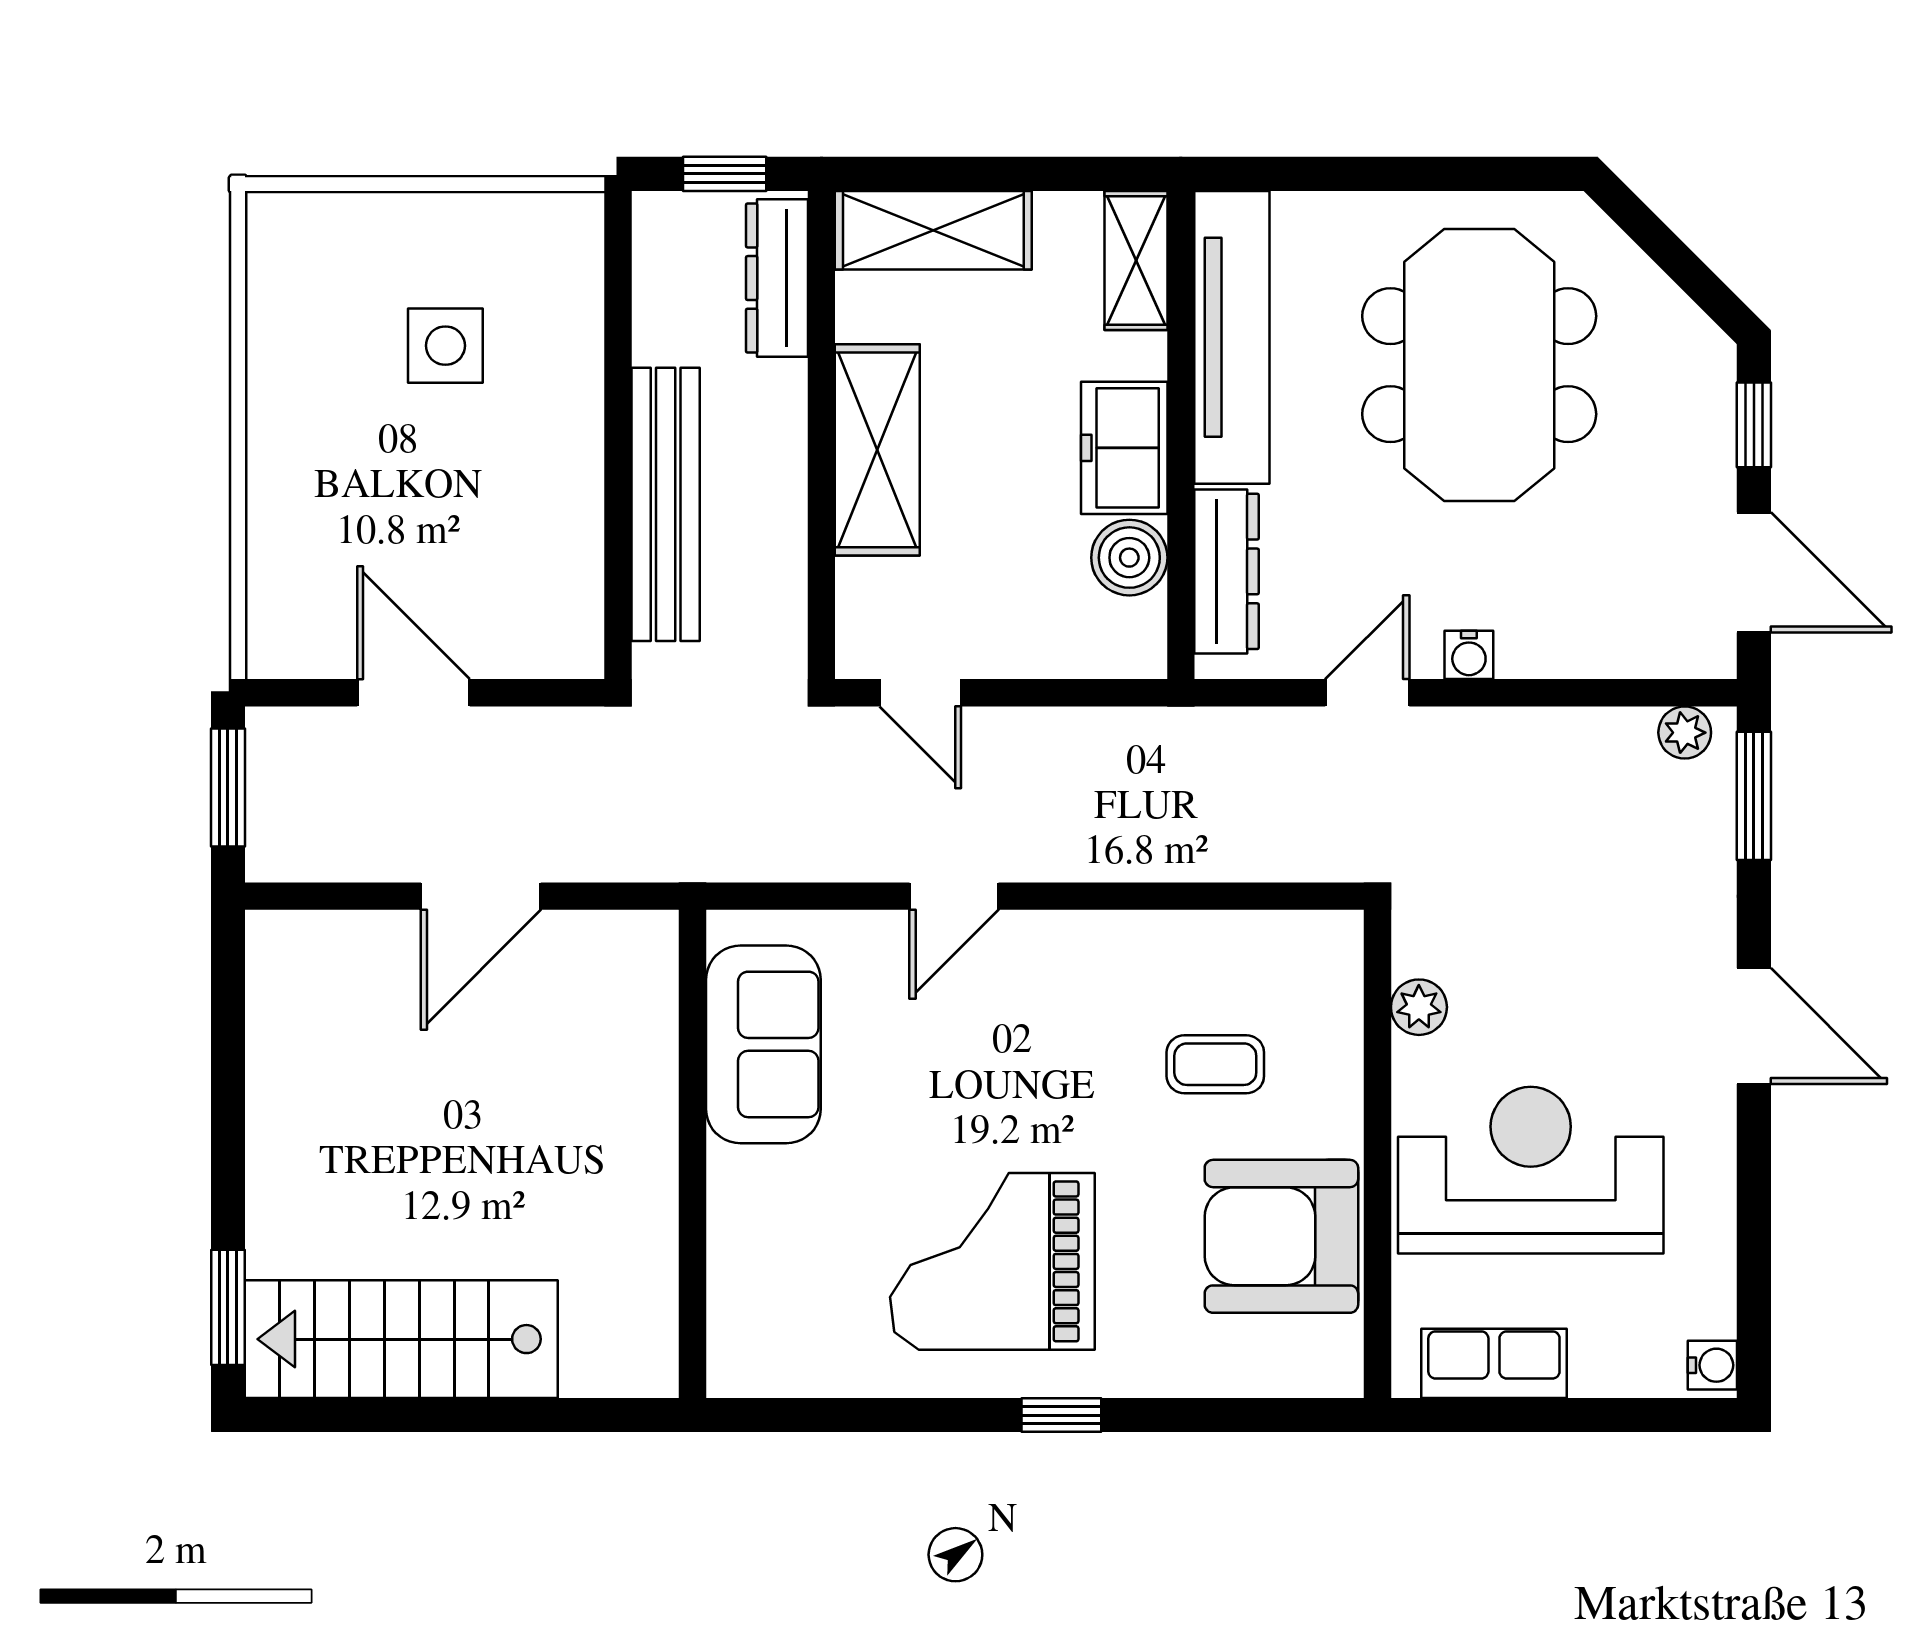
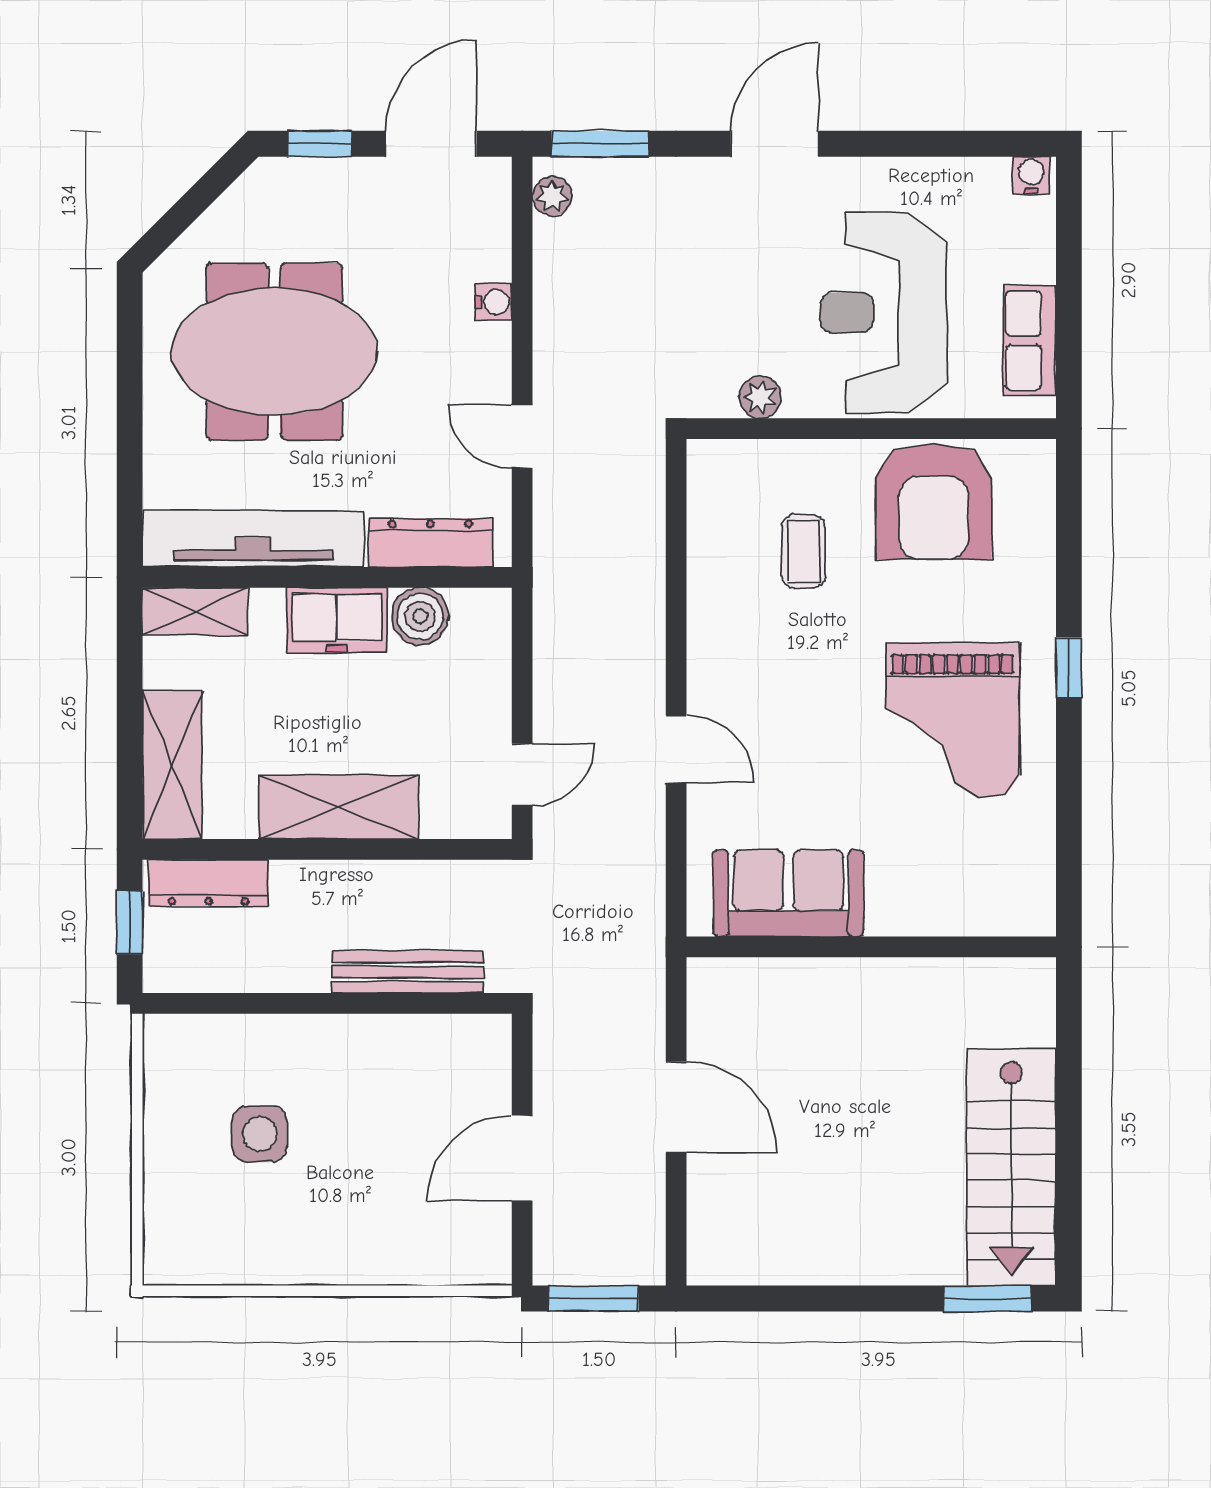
bench: (666, 504) -> (407, 972), width x0.73, depth x0.82
water cooler: (1469, 655) -> (494, 302), moved

